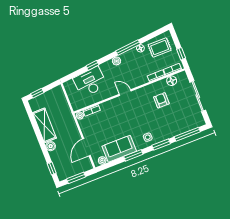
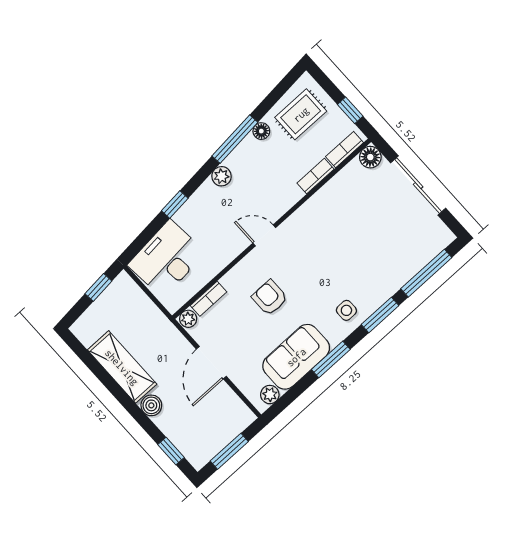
floor lamp: (172, 81) -> (370, 157), moved
desk: (90, 82) -> (167, 259), moved
window: (37, 93) -> (98, 287), moved
armchair: (161, 100) -> (270, 298), moved
door: (86, 147) -> (211, 363), moved

